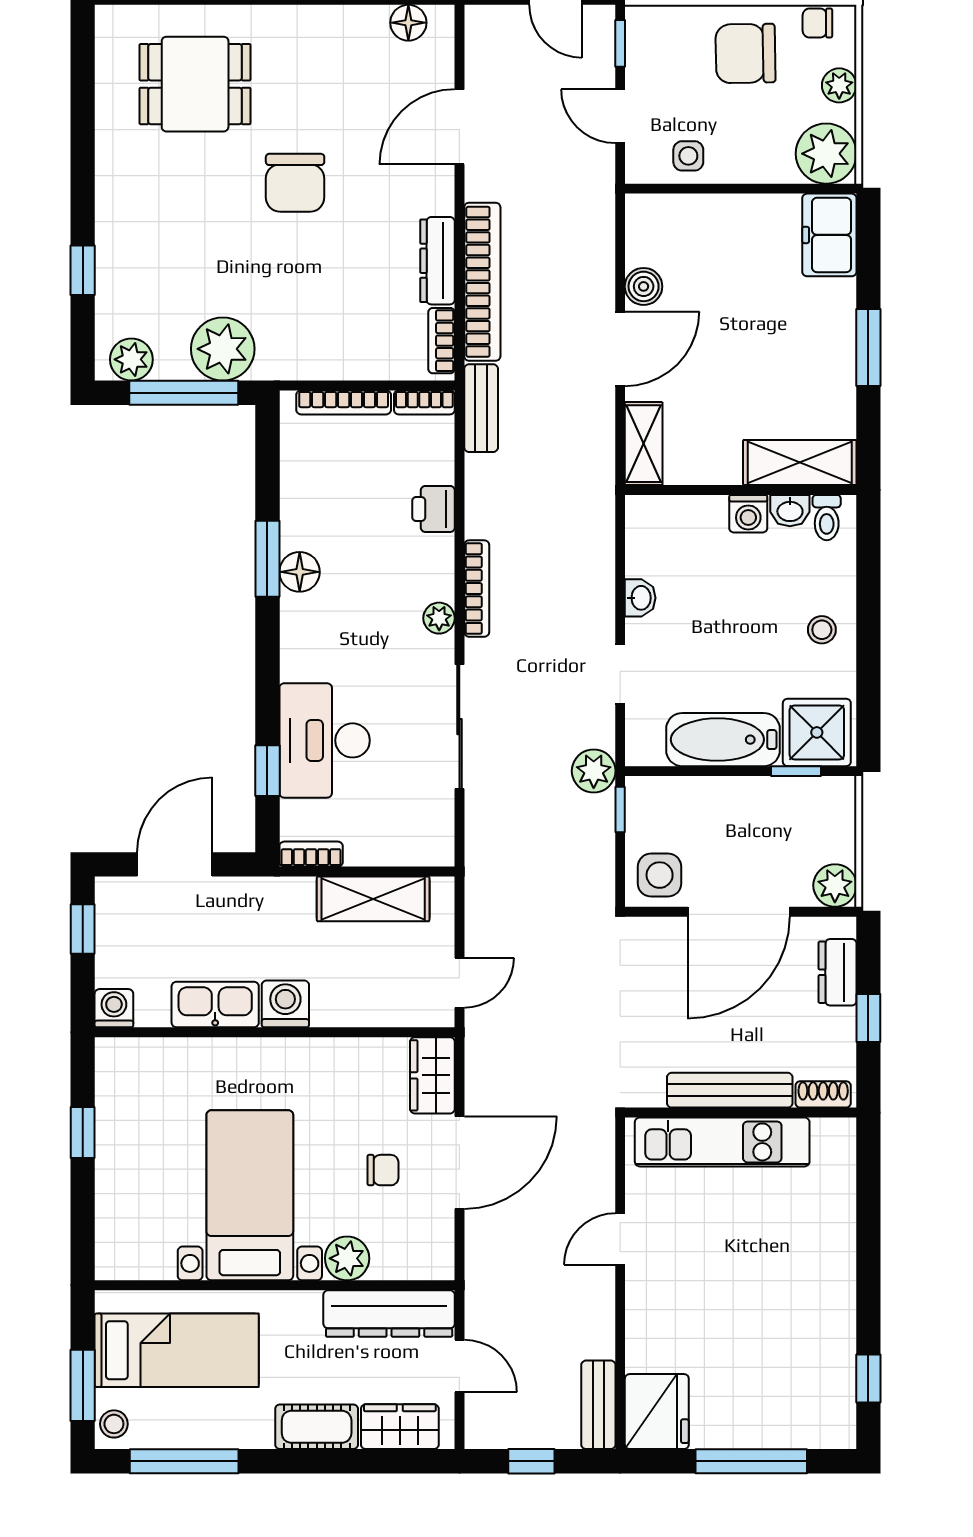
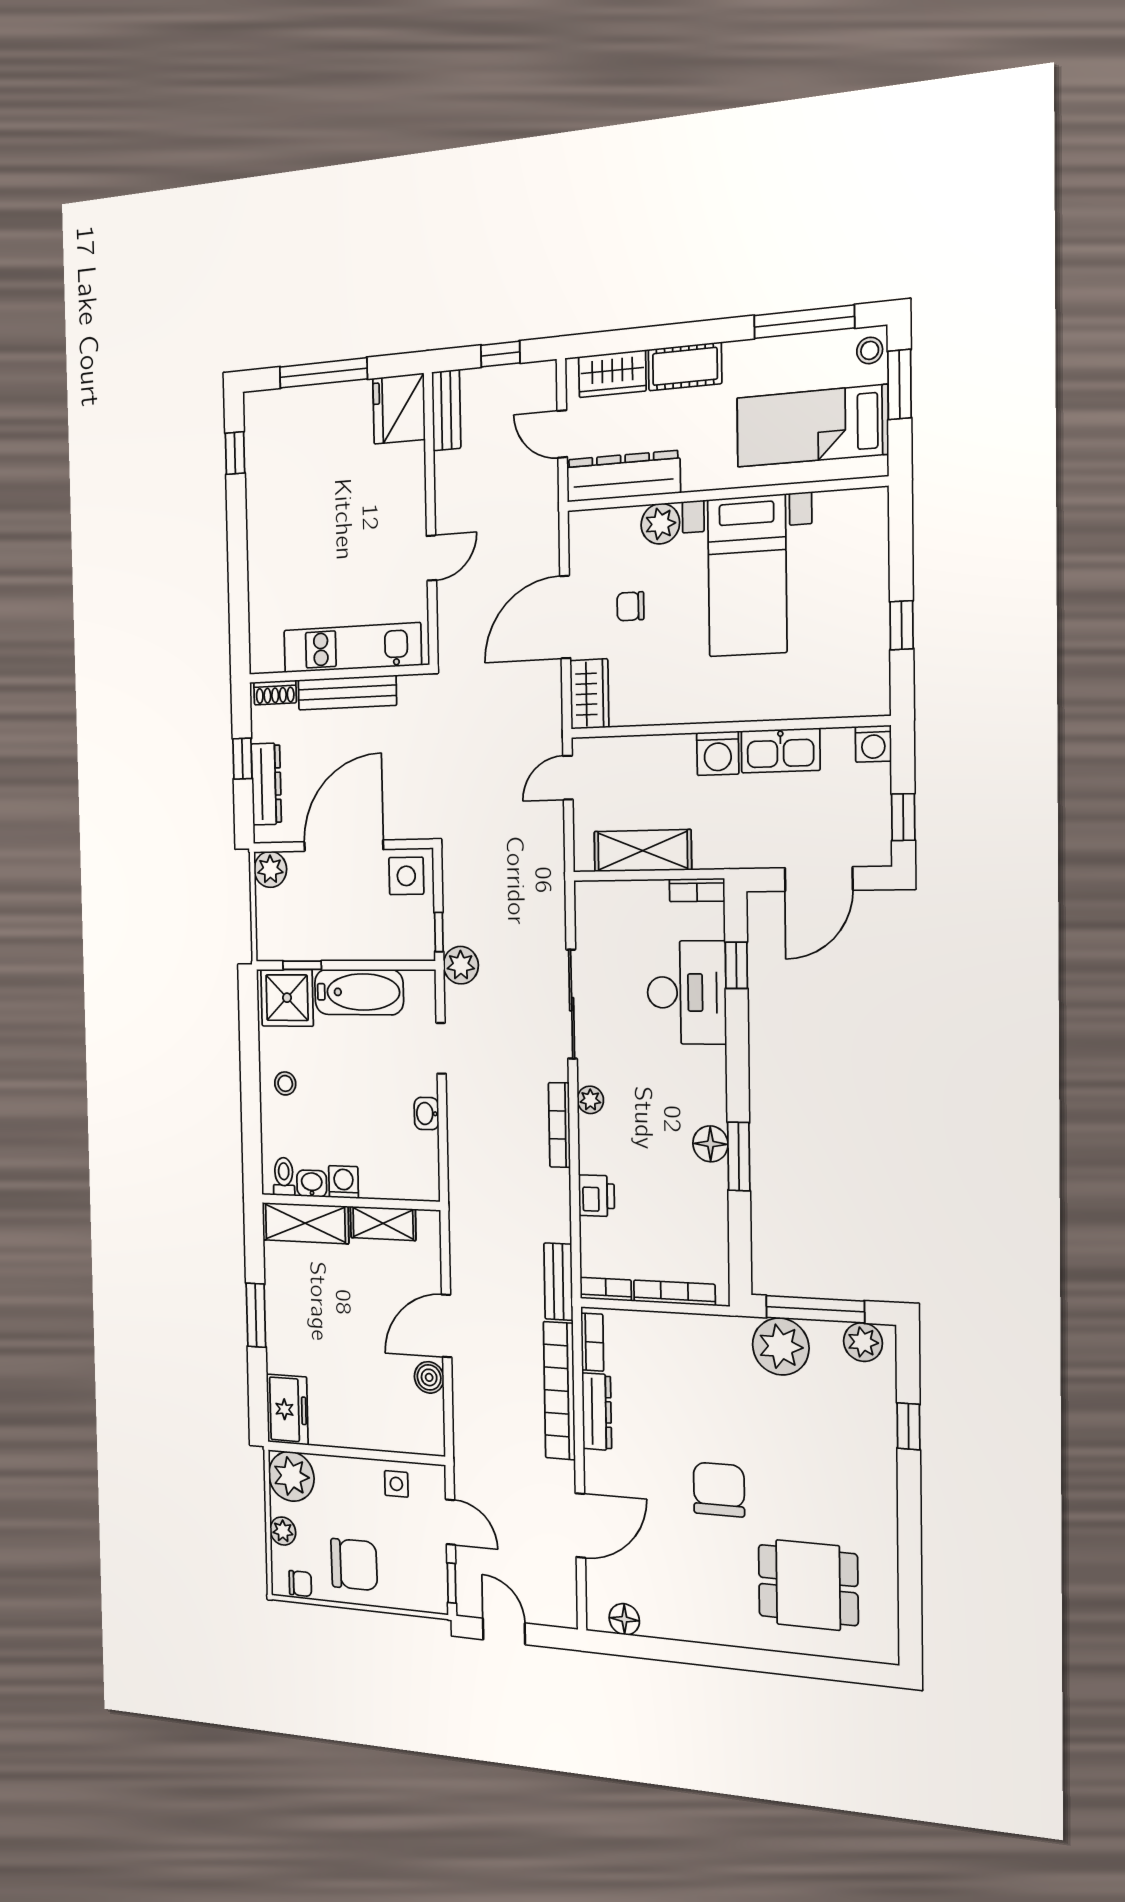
shelving: (644, 444) -> (383, 1223), moved, turned 90
dresser: (838, 972) -> (266, 784), width x1.44

